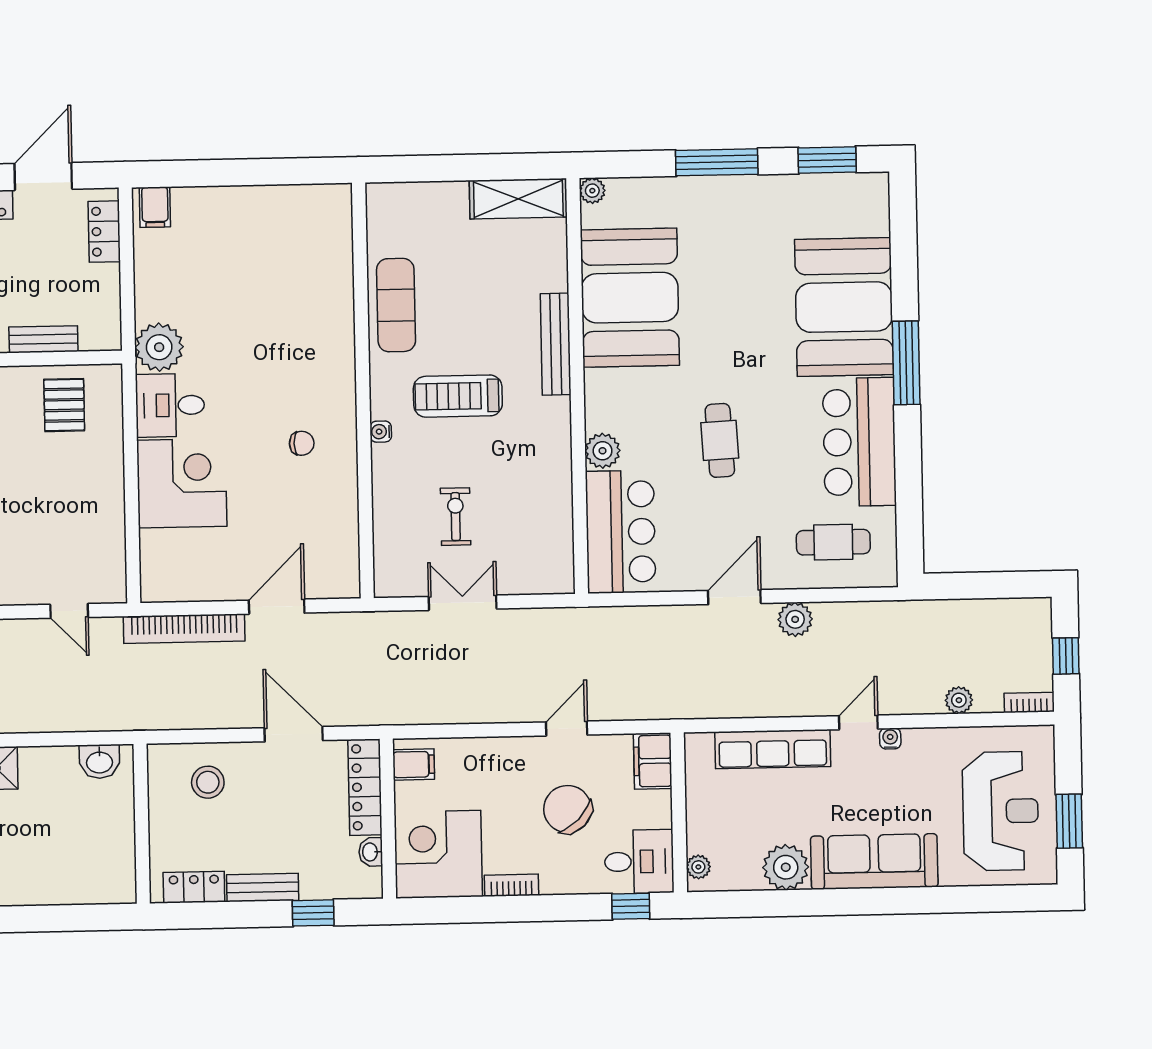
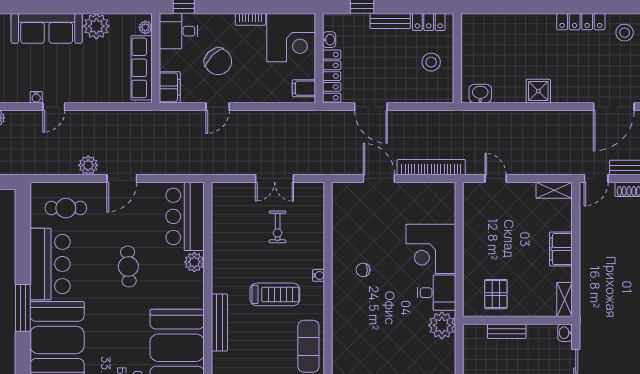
door: (277, 607) -> (379, 178), swing flipped
row of seats: (773, 749) -> (142, 68), moved, turned -90
stool: (208, 782) -> (431, 62), moved

